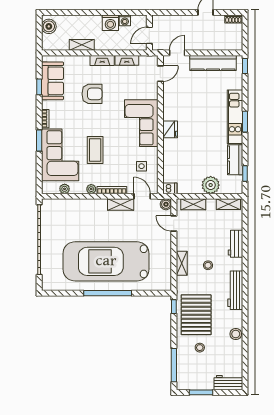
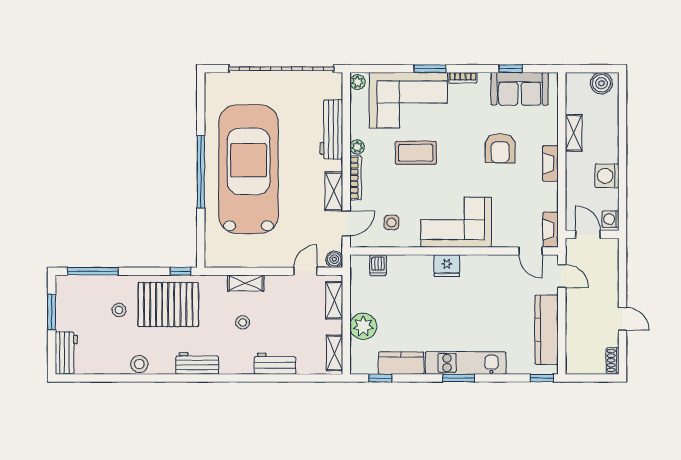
washing machine: (125, 20) -> (610, 219), moved
fireplace: (127, 60) -> (550, 230), moved
dishwasher: (170, 188) -> (378, 265), moved
plant: (65, 189) -> (357, 82), moved
workbench: (79, 206) -> (331, 129), added
workbench: (235, 290) -> (197, 363), width x0.73

